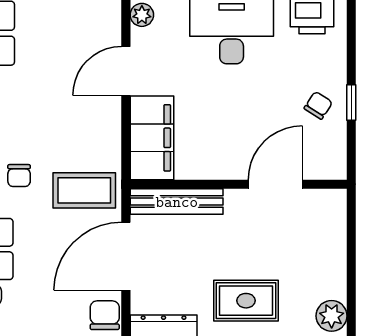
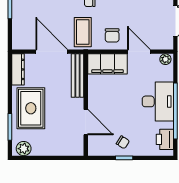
rug: (246, 301) -> (31, 108), width x1.36, depth x1.43
chair: (105, 315) -> (112, 35), moved, turned 90

